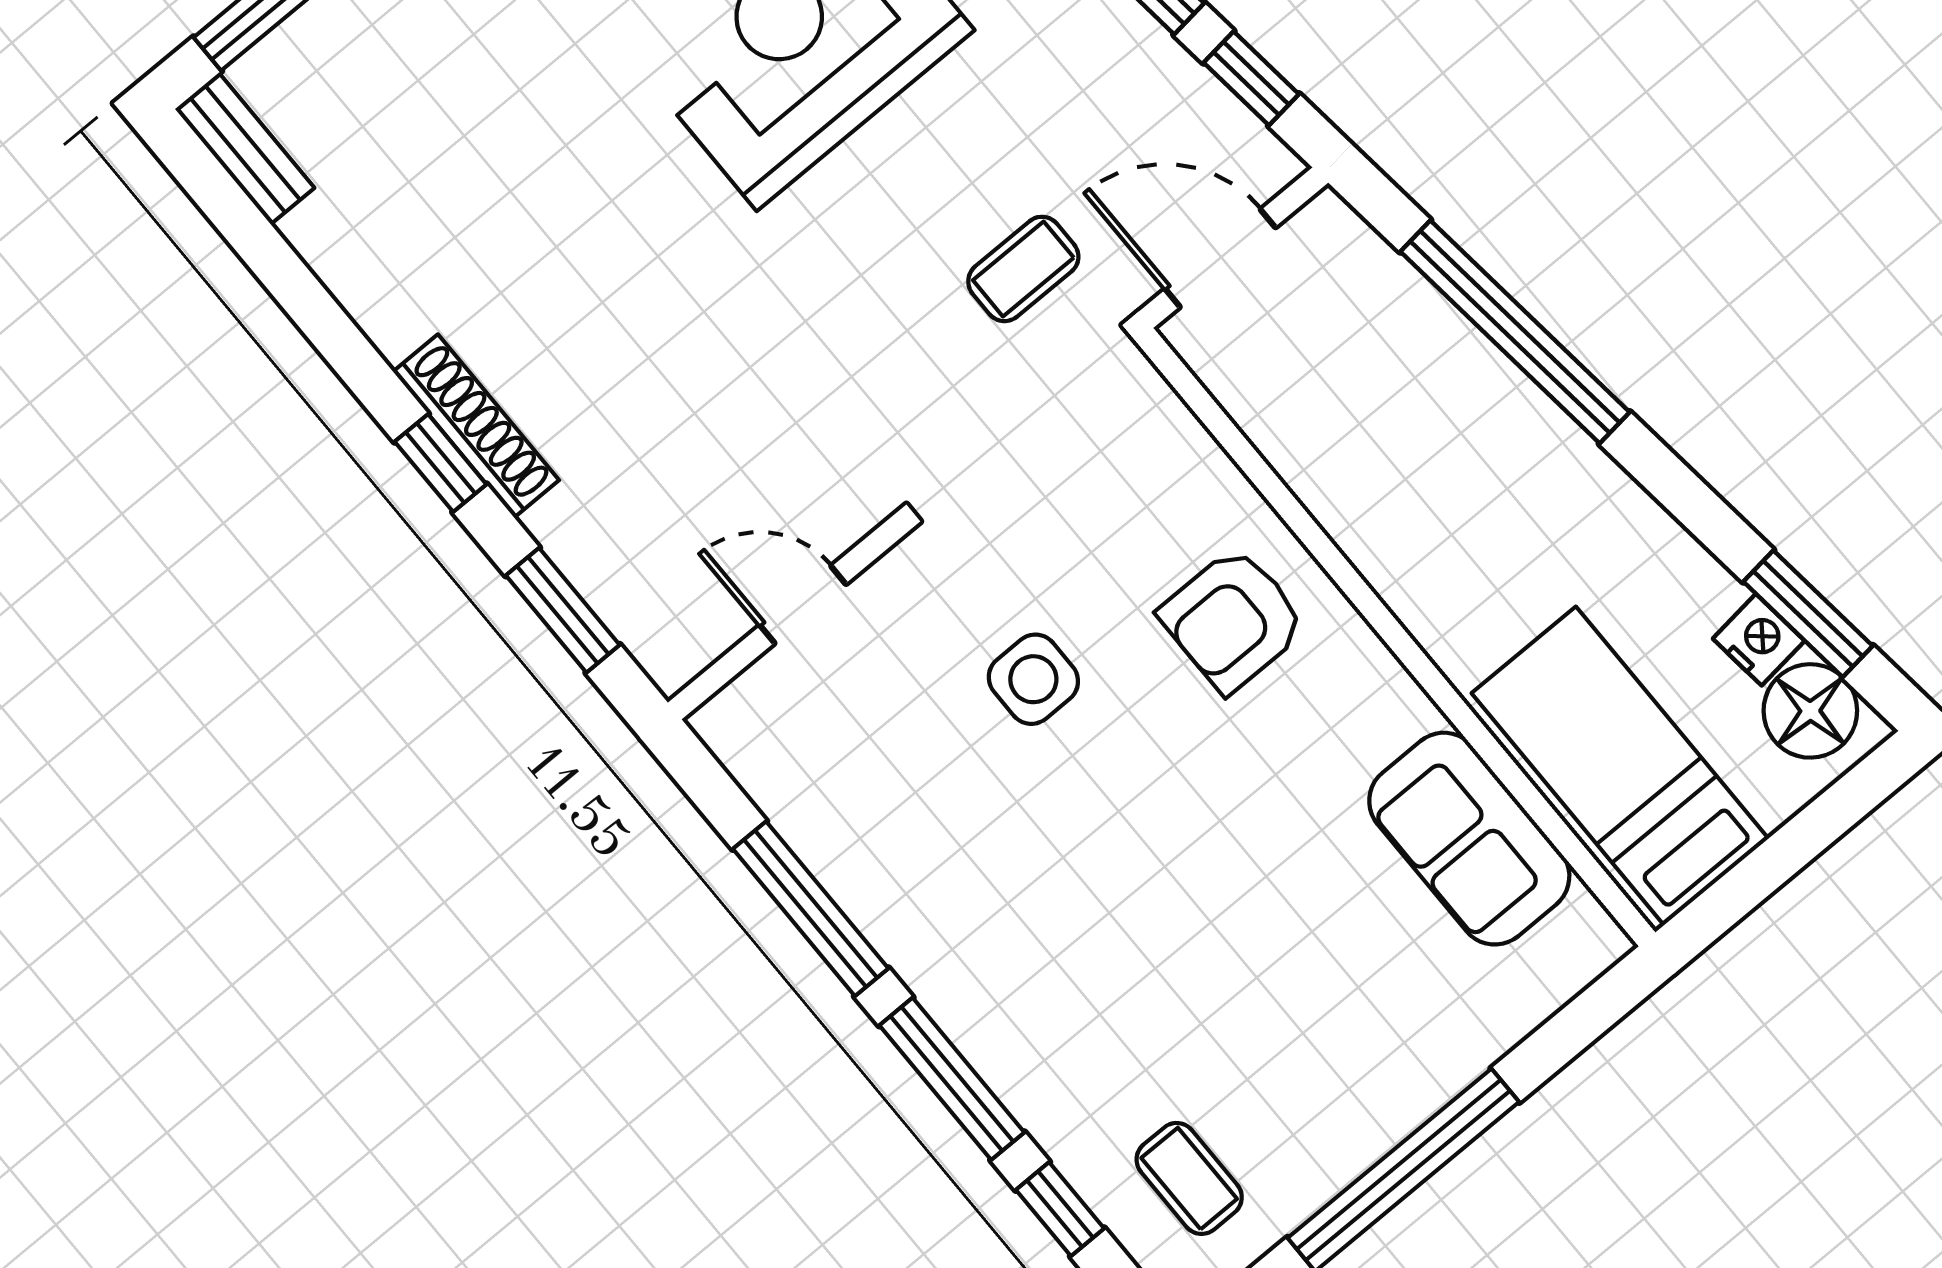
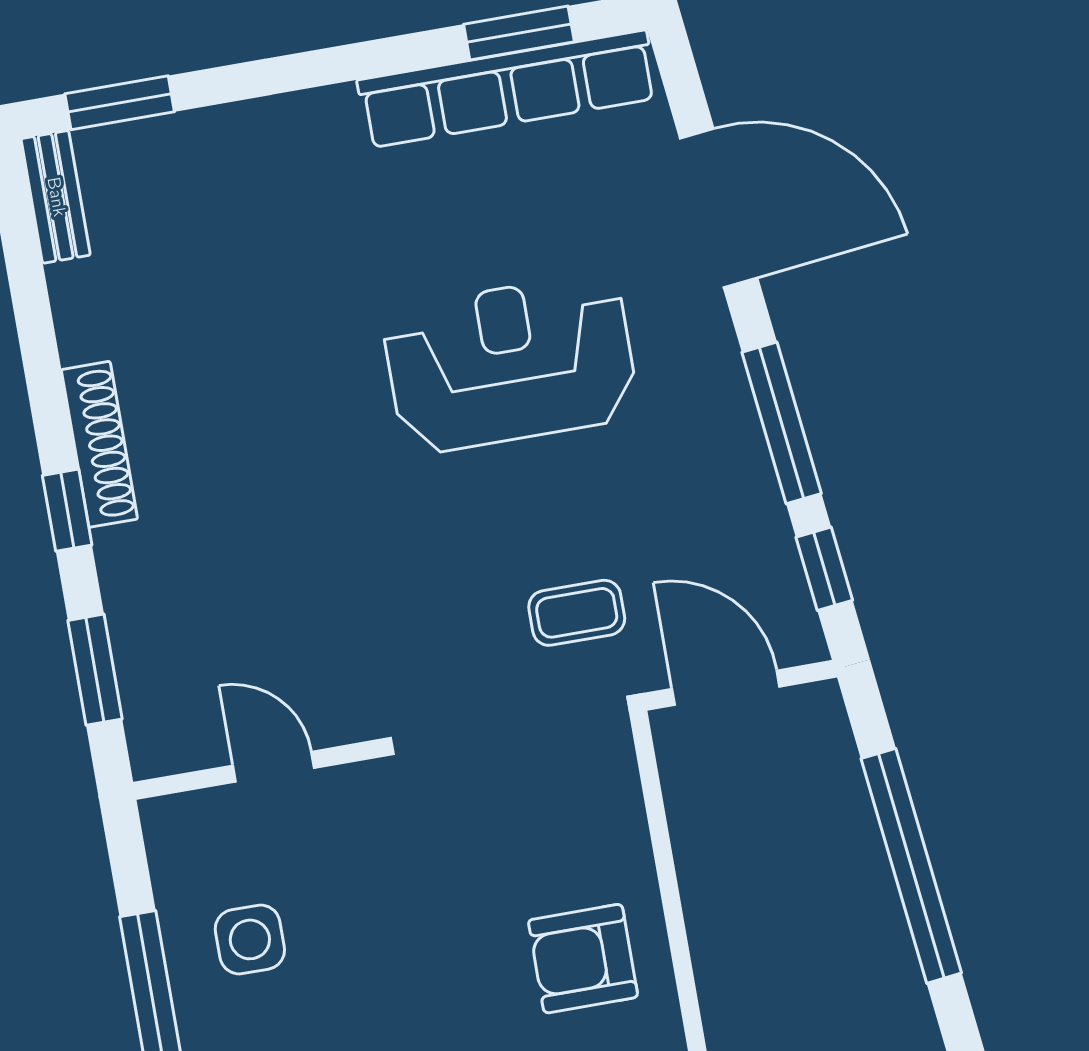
shoe rack: (476, 426) -> (99, 444), moved
side table: (1033, 679) -> (250, 939), moved

